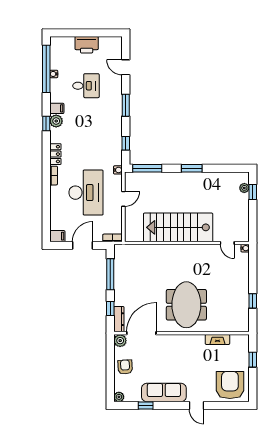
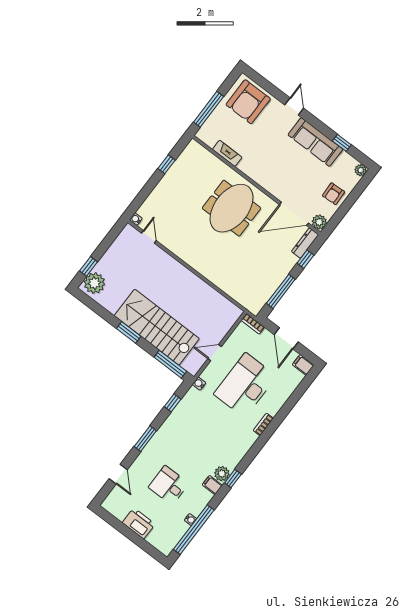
locker: (55, 154) -> (246, 443), removed
plant: (244, 188) -> (94, 283), width x1.88, depth x1.88
stairs: (178, 227) -> (157, 327), moved, turned 180
door: (82, 245) -> (286, 338), hinge flipped
window: (253, 360) -> (209, 109), width x2.17

